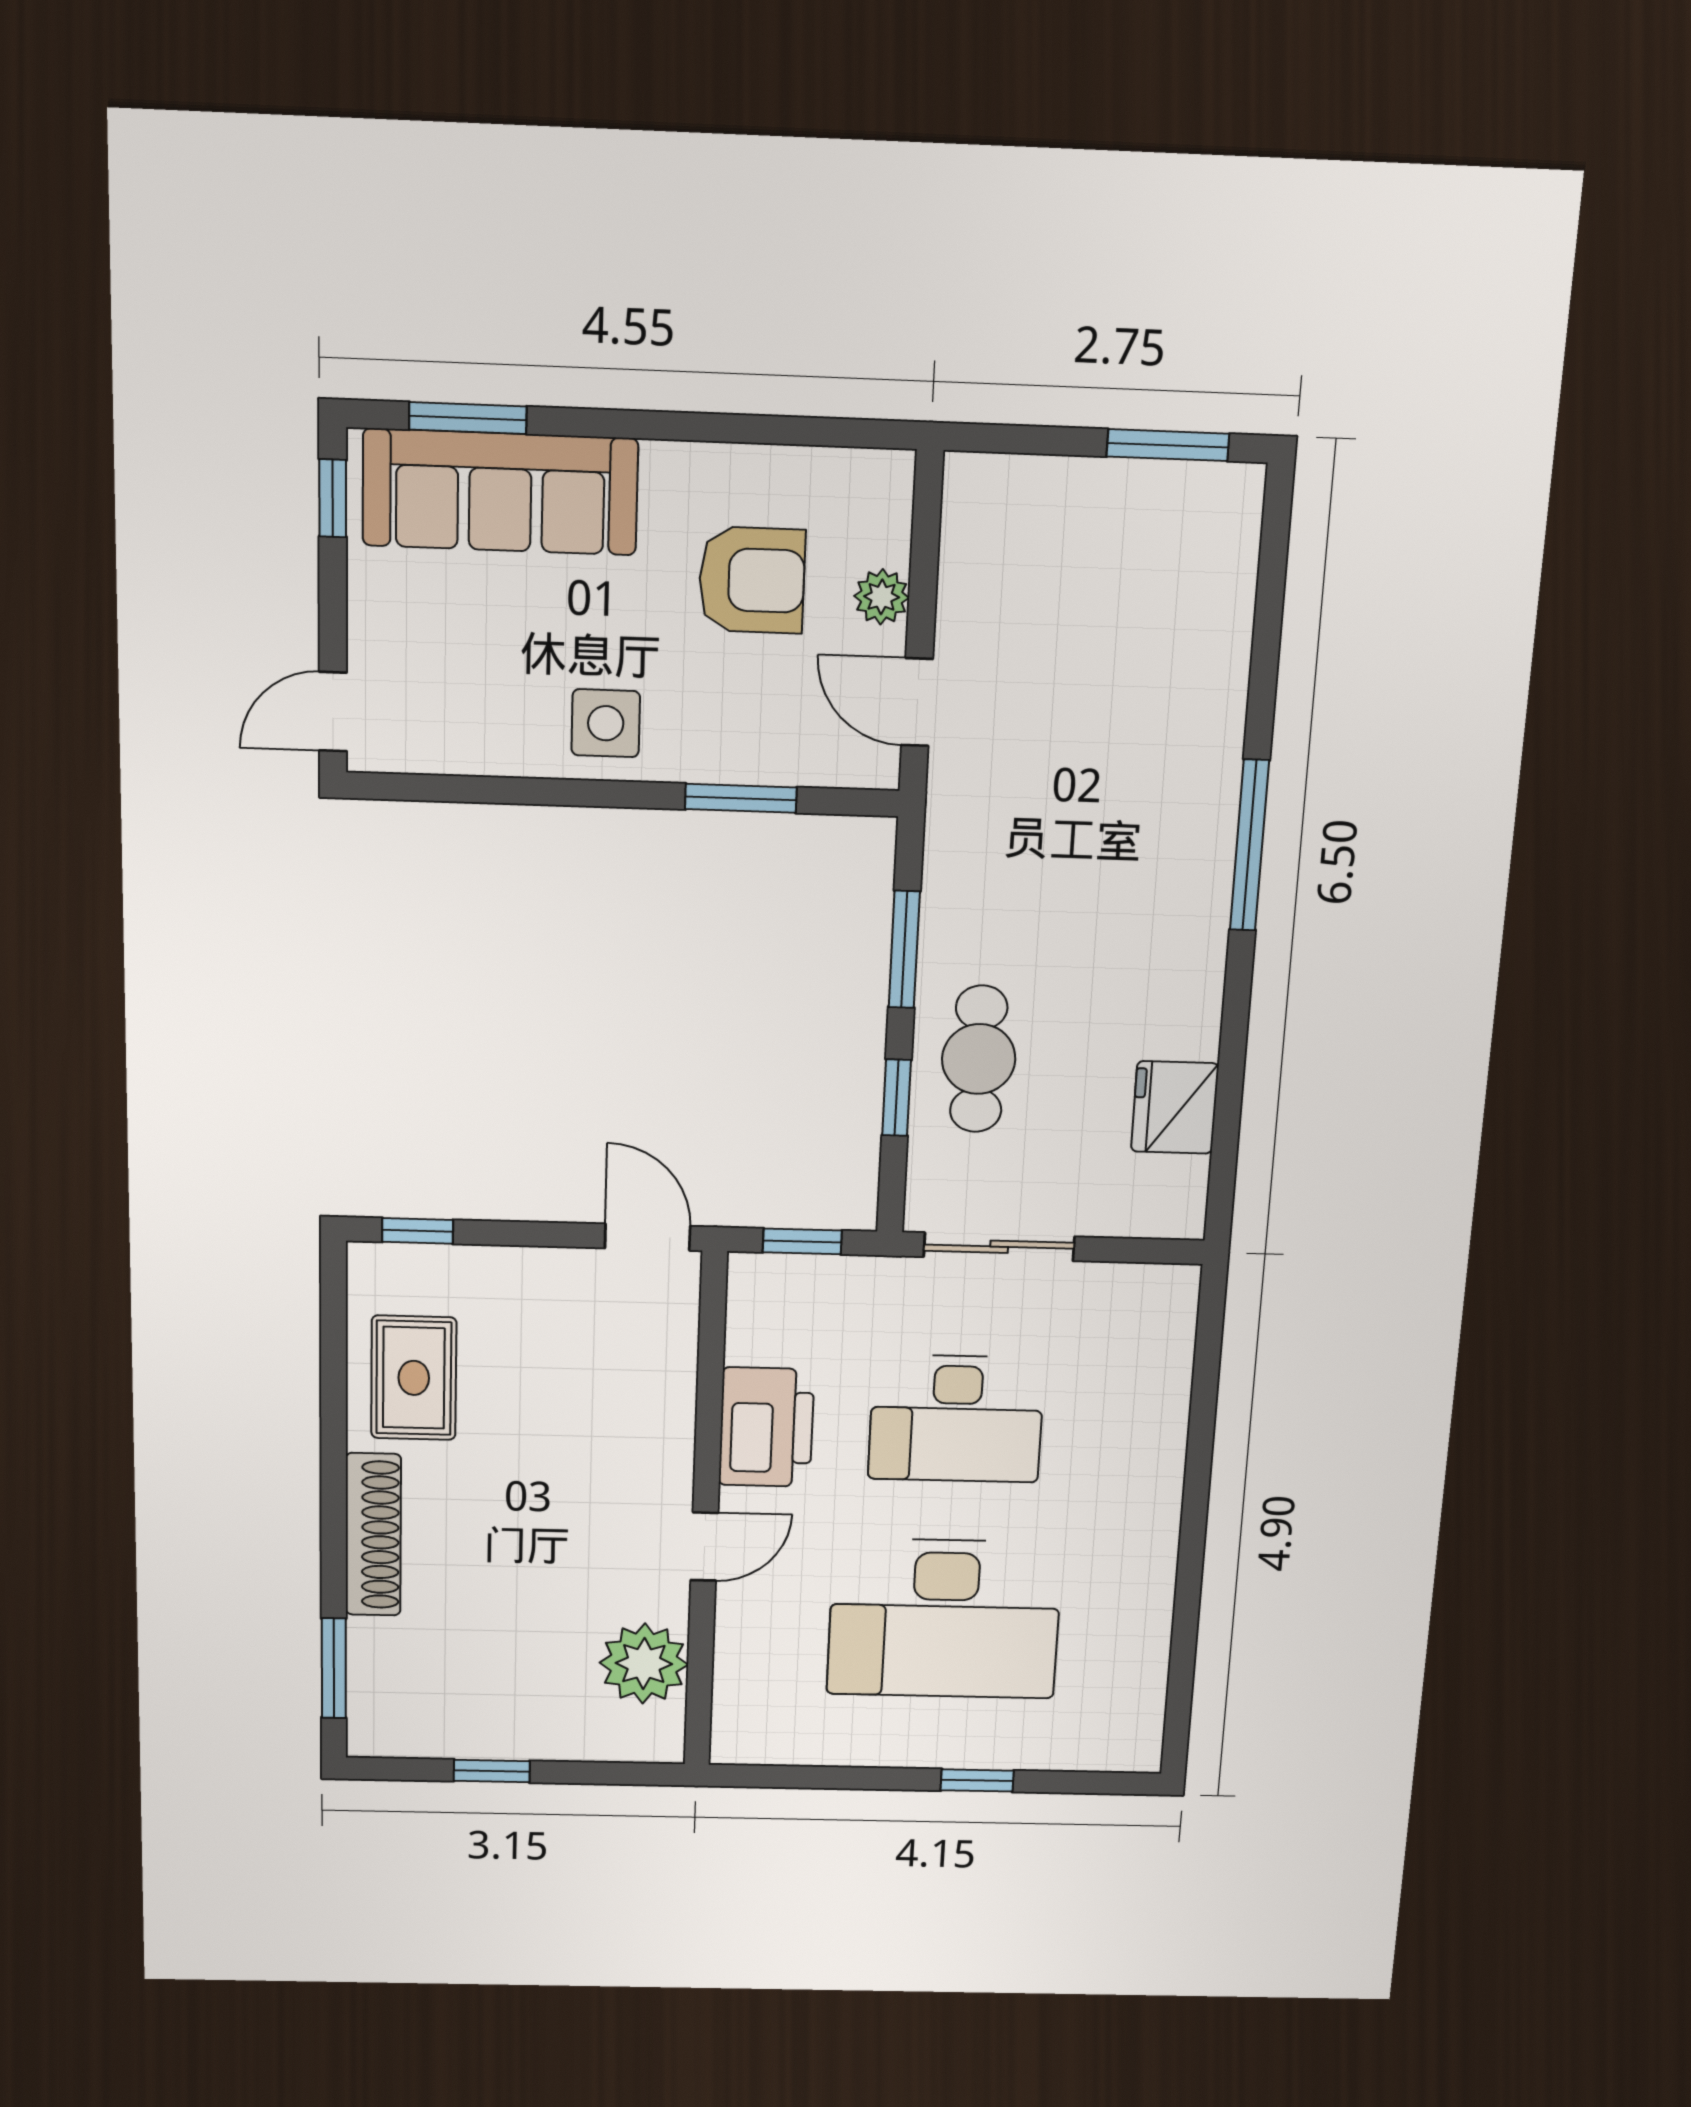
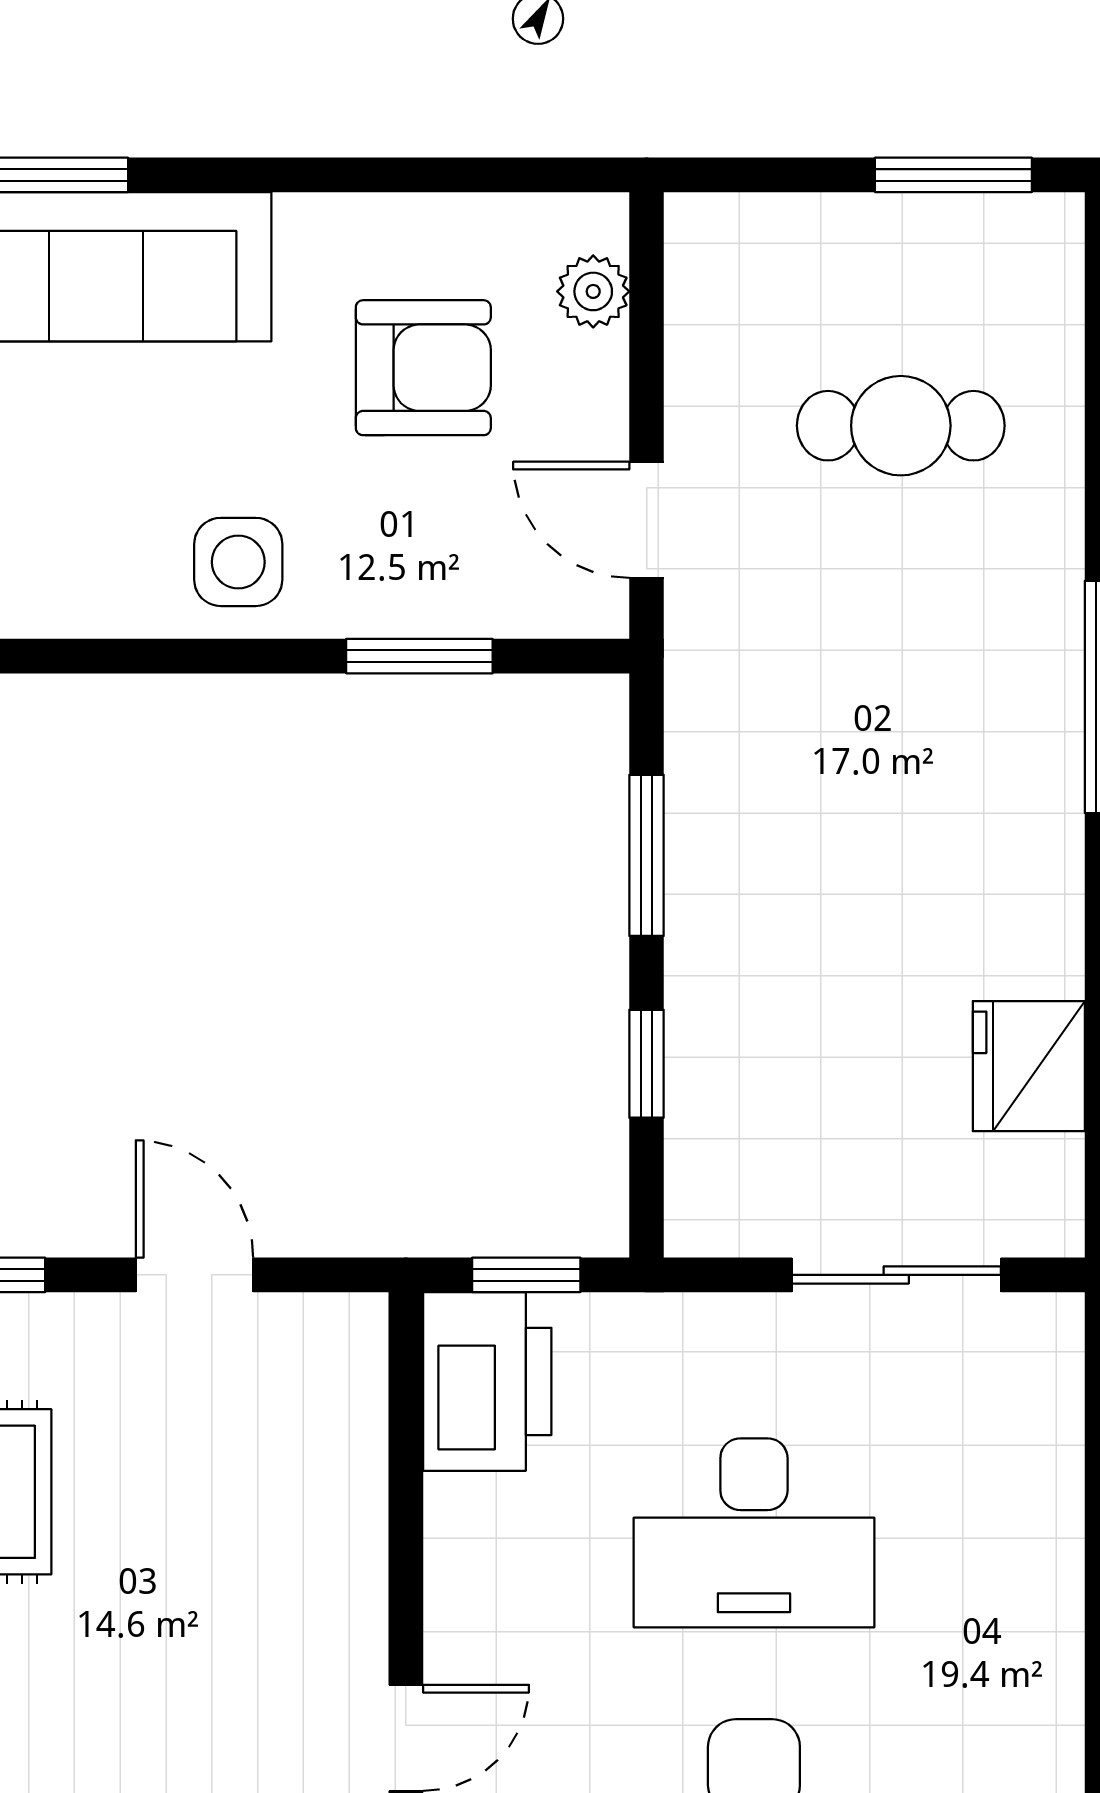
plant: (882, 597) -> (593, 291), moved
cafe table: (979, 1059) -> (901, 426), moved, turned 90
door: (648, 1237) -> (194, 1275), moved
sliding door: (999, 1247) -> (896, 1275), moved
printer: (766, 1427) -> (487, 1381), moved

